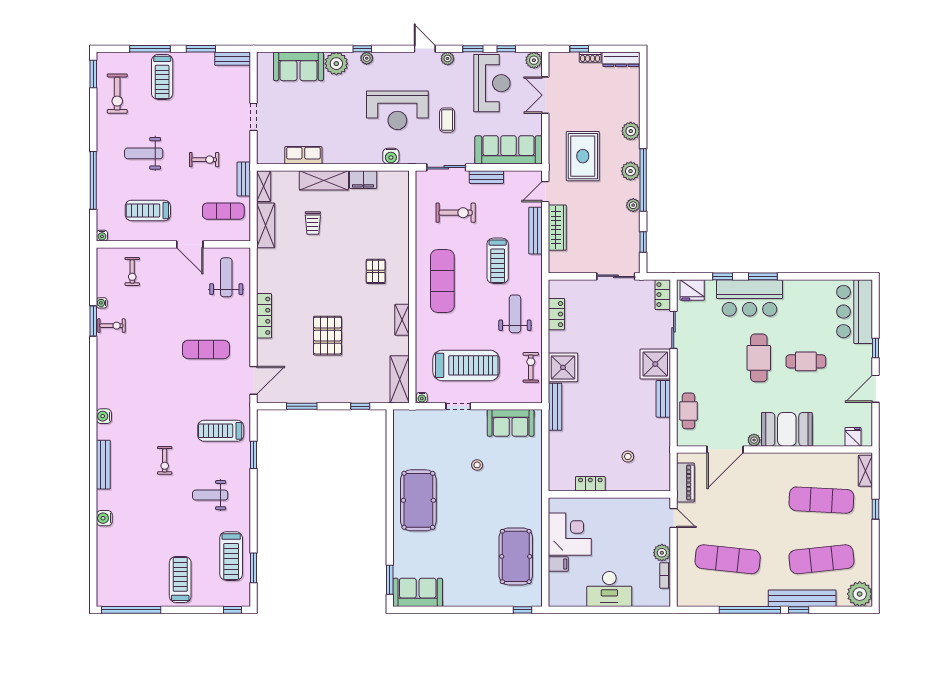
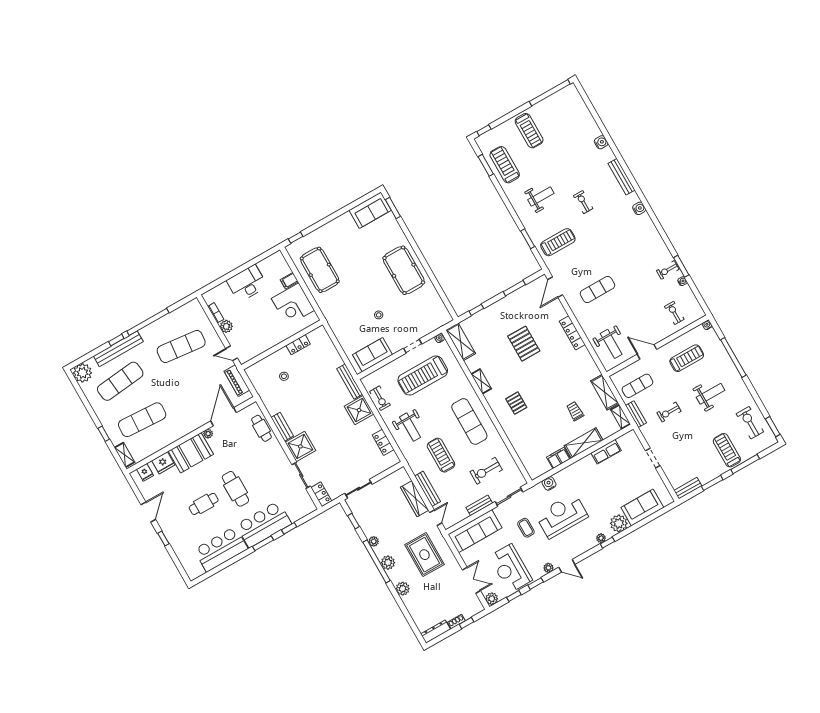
fridge: (692, 290) -> (163, 463), moved, turned 180
bar counter: (855, 312) -> (221, 549), moved, turned -90

